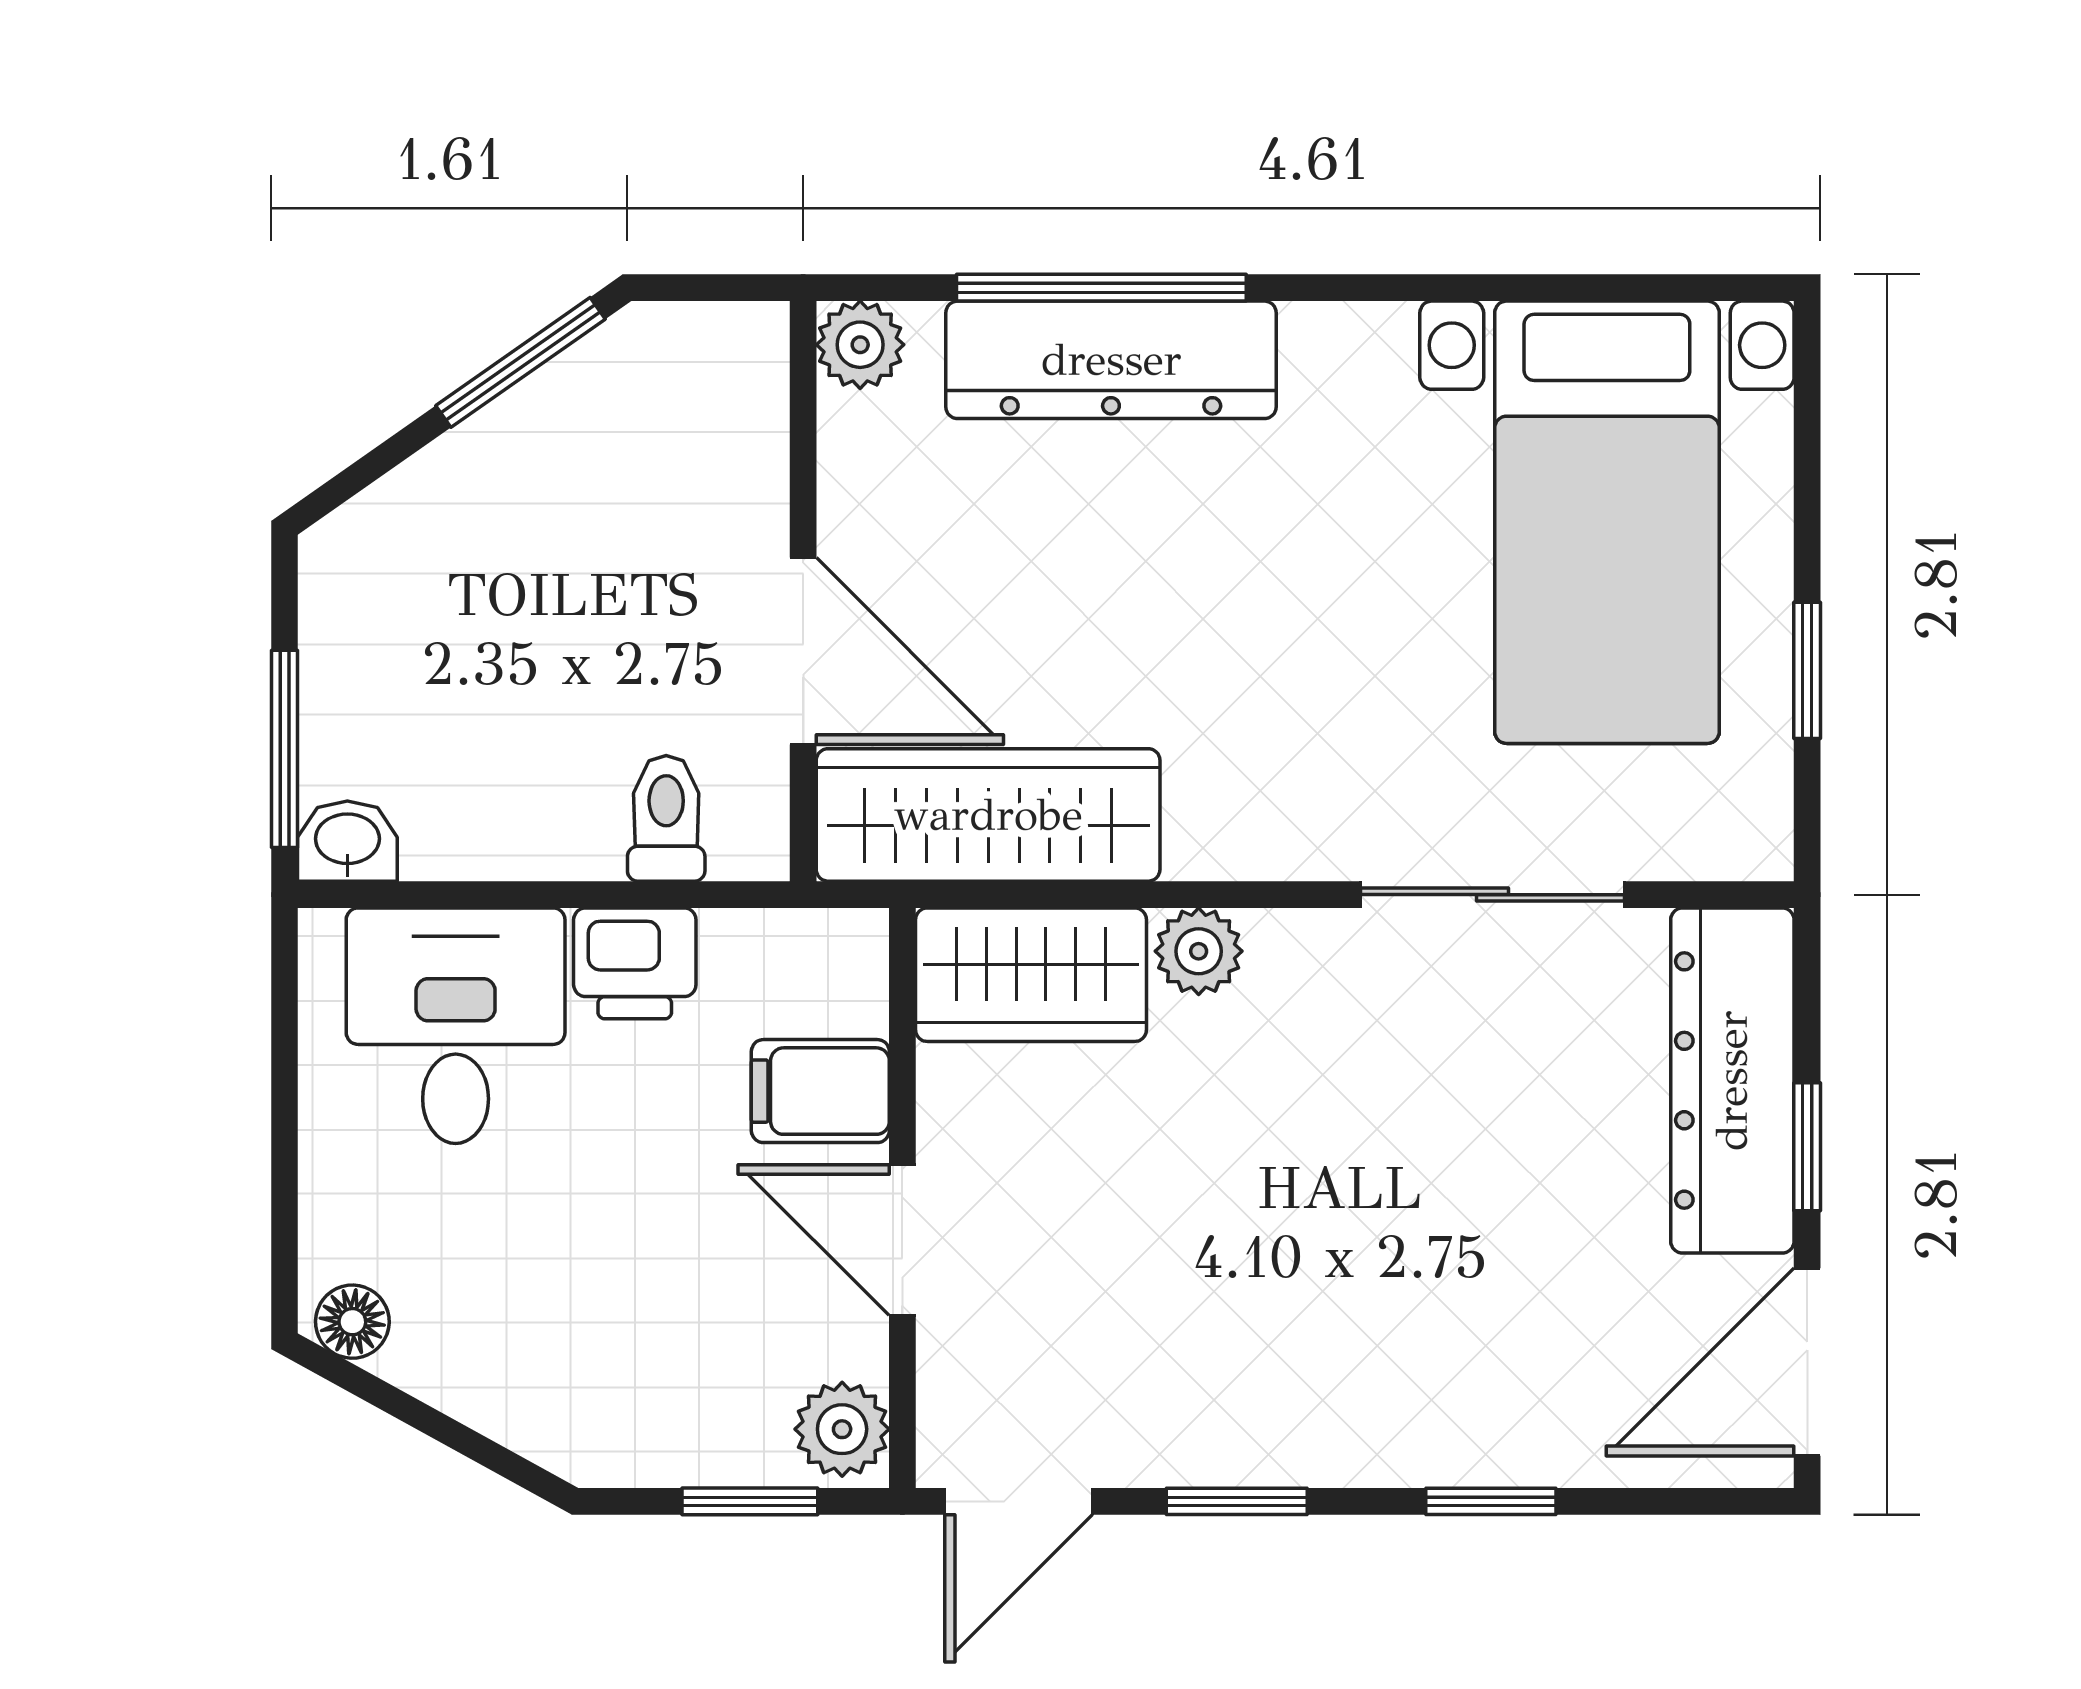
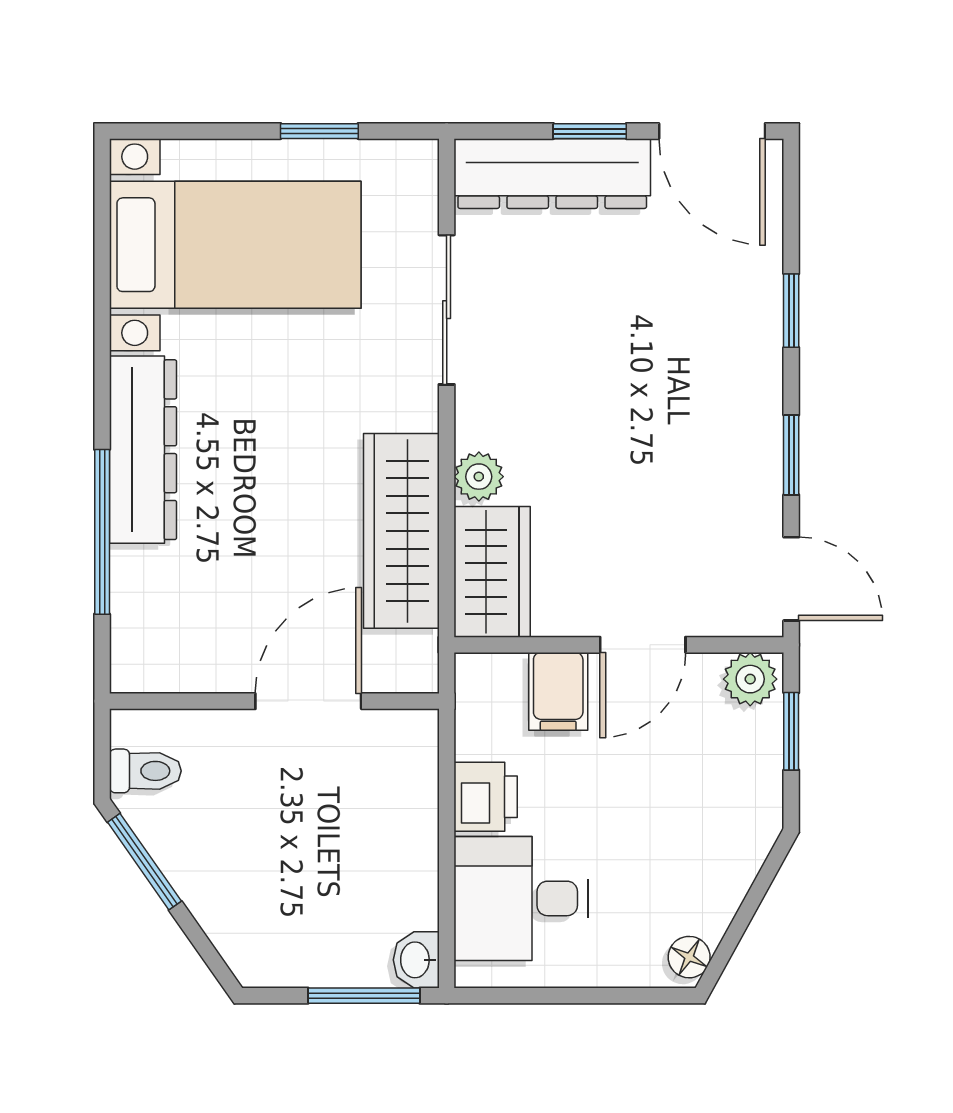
plant: (860, 345) -> (134, 669), removed
dresser: (1111, 360) -> (143, 450), moved
wardrobe: (988, 815) -> (401, 531), moved
toilet: (666, 818) -> (145, 771), moved, turned 180

